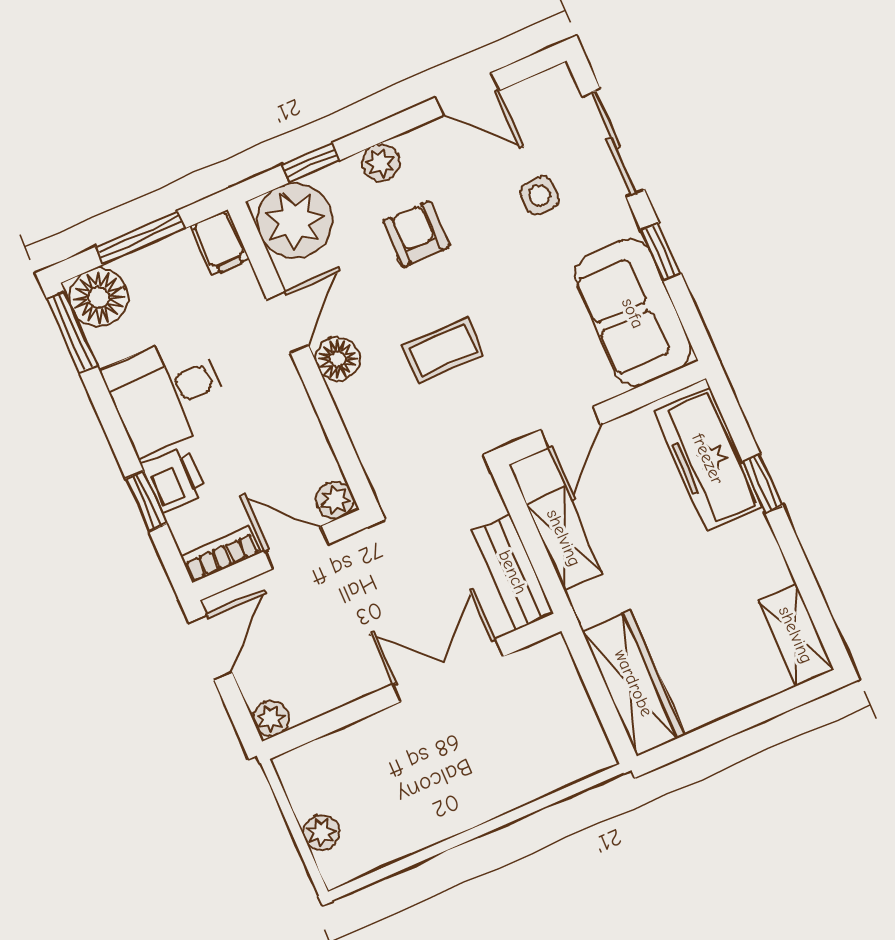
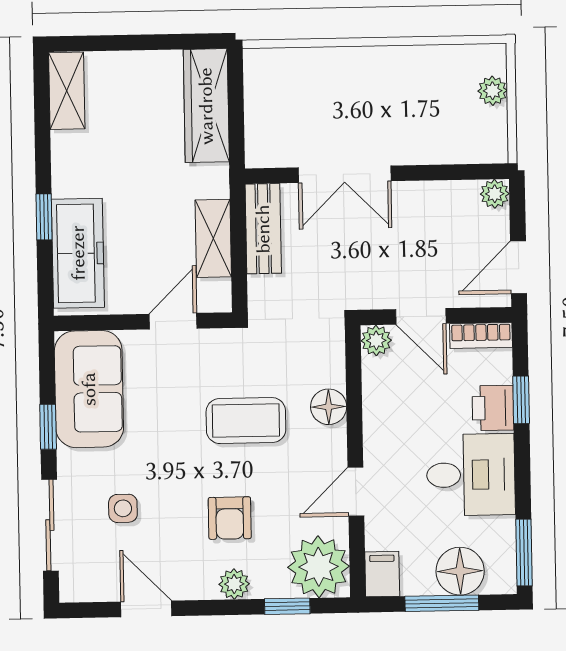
floor lamp: (99, 298) -> (460, 571), moved
coffee table: (443, 350) -> (246, 421), width x1.36, depth x1.30
floor lamp: (338, 359) -> (329, 407), moved

